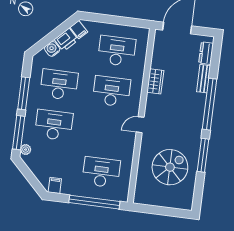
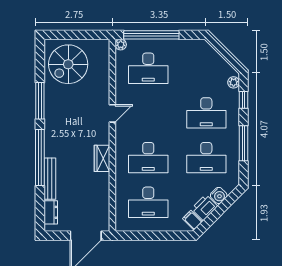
bench: (204, 79) -> (50, 179), width x1.36
wardrobe: (155, 81) -> (102, 158), moved
door: (140, 125) -> (112, 113), moved
window: (19, 133) -> (244, 100), width x0.46
spiral stairs: (170, 167) -> (68, 64), moved
filing cabinet: (55, 185) -> (197, 47), removed
plant: (123, 197) -> (121, 45), added

